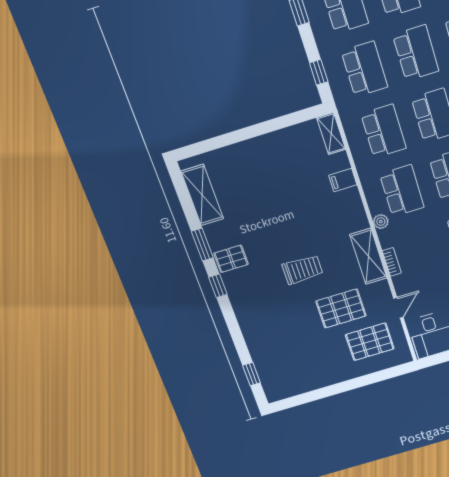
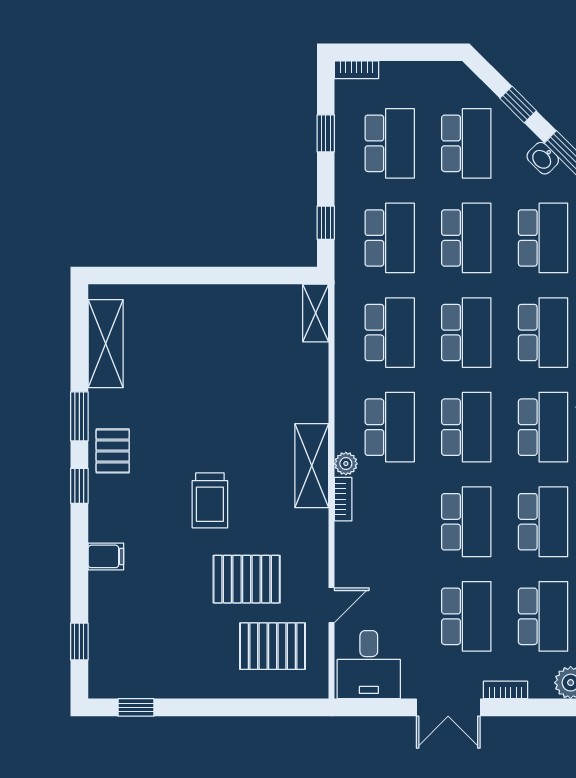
filing cabinet: (343, 180) -> (106, 556), moved, turned 180
shelving: (368, 256) -> (312, 466), moved
pallet: (231, 259) -> (113, 451), turned 90
bookcase: (392, 262) -> (343, 499), moved
trolley: (302, 270) -> (210, 500), turned 90
window: (299, 400) -> (136, 707), added

